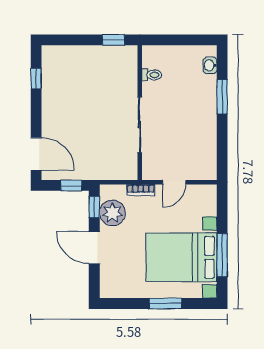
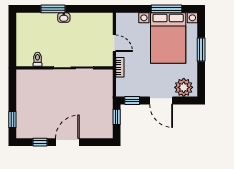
window: (113, 40) -> (12, 119), moved
washbasin: (210, 65) -> (64, 18), moved
door: (36, 154) -> (67, 142), moved
plant: (112, 213) -> (184, 87), moved
door: (94, 248) -> (161, 100), hinge flipped

